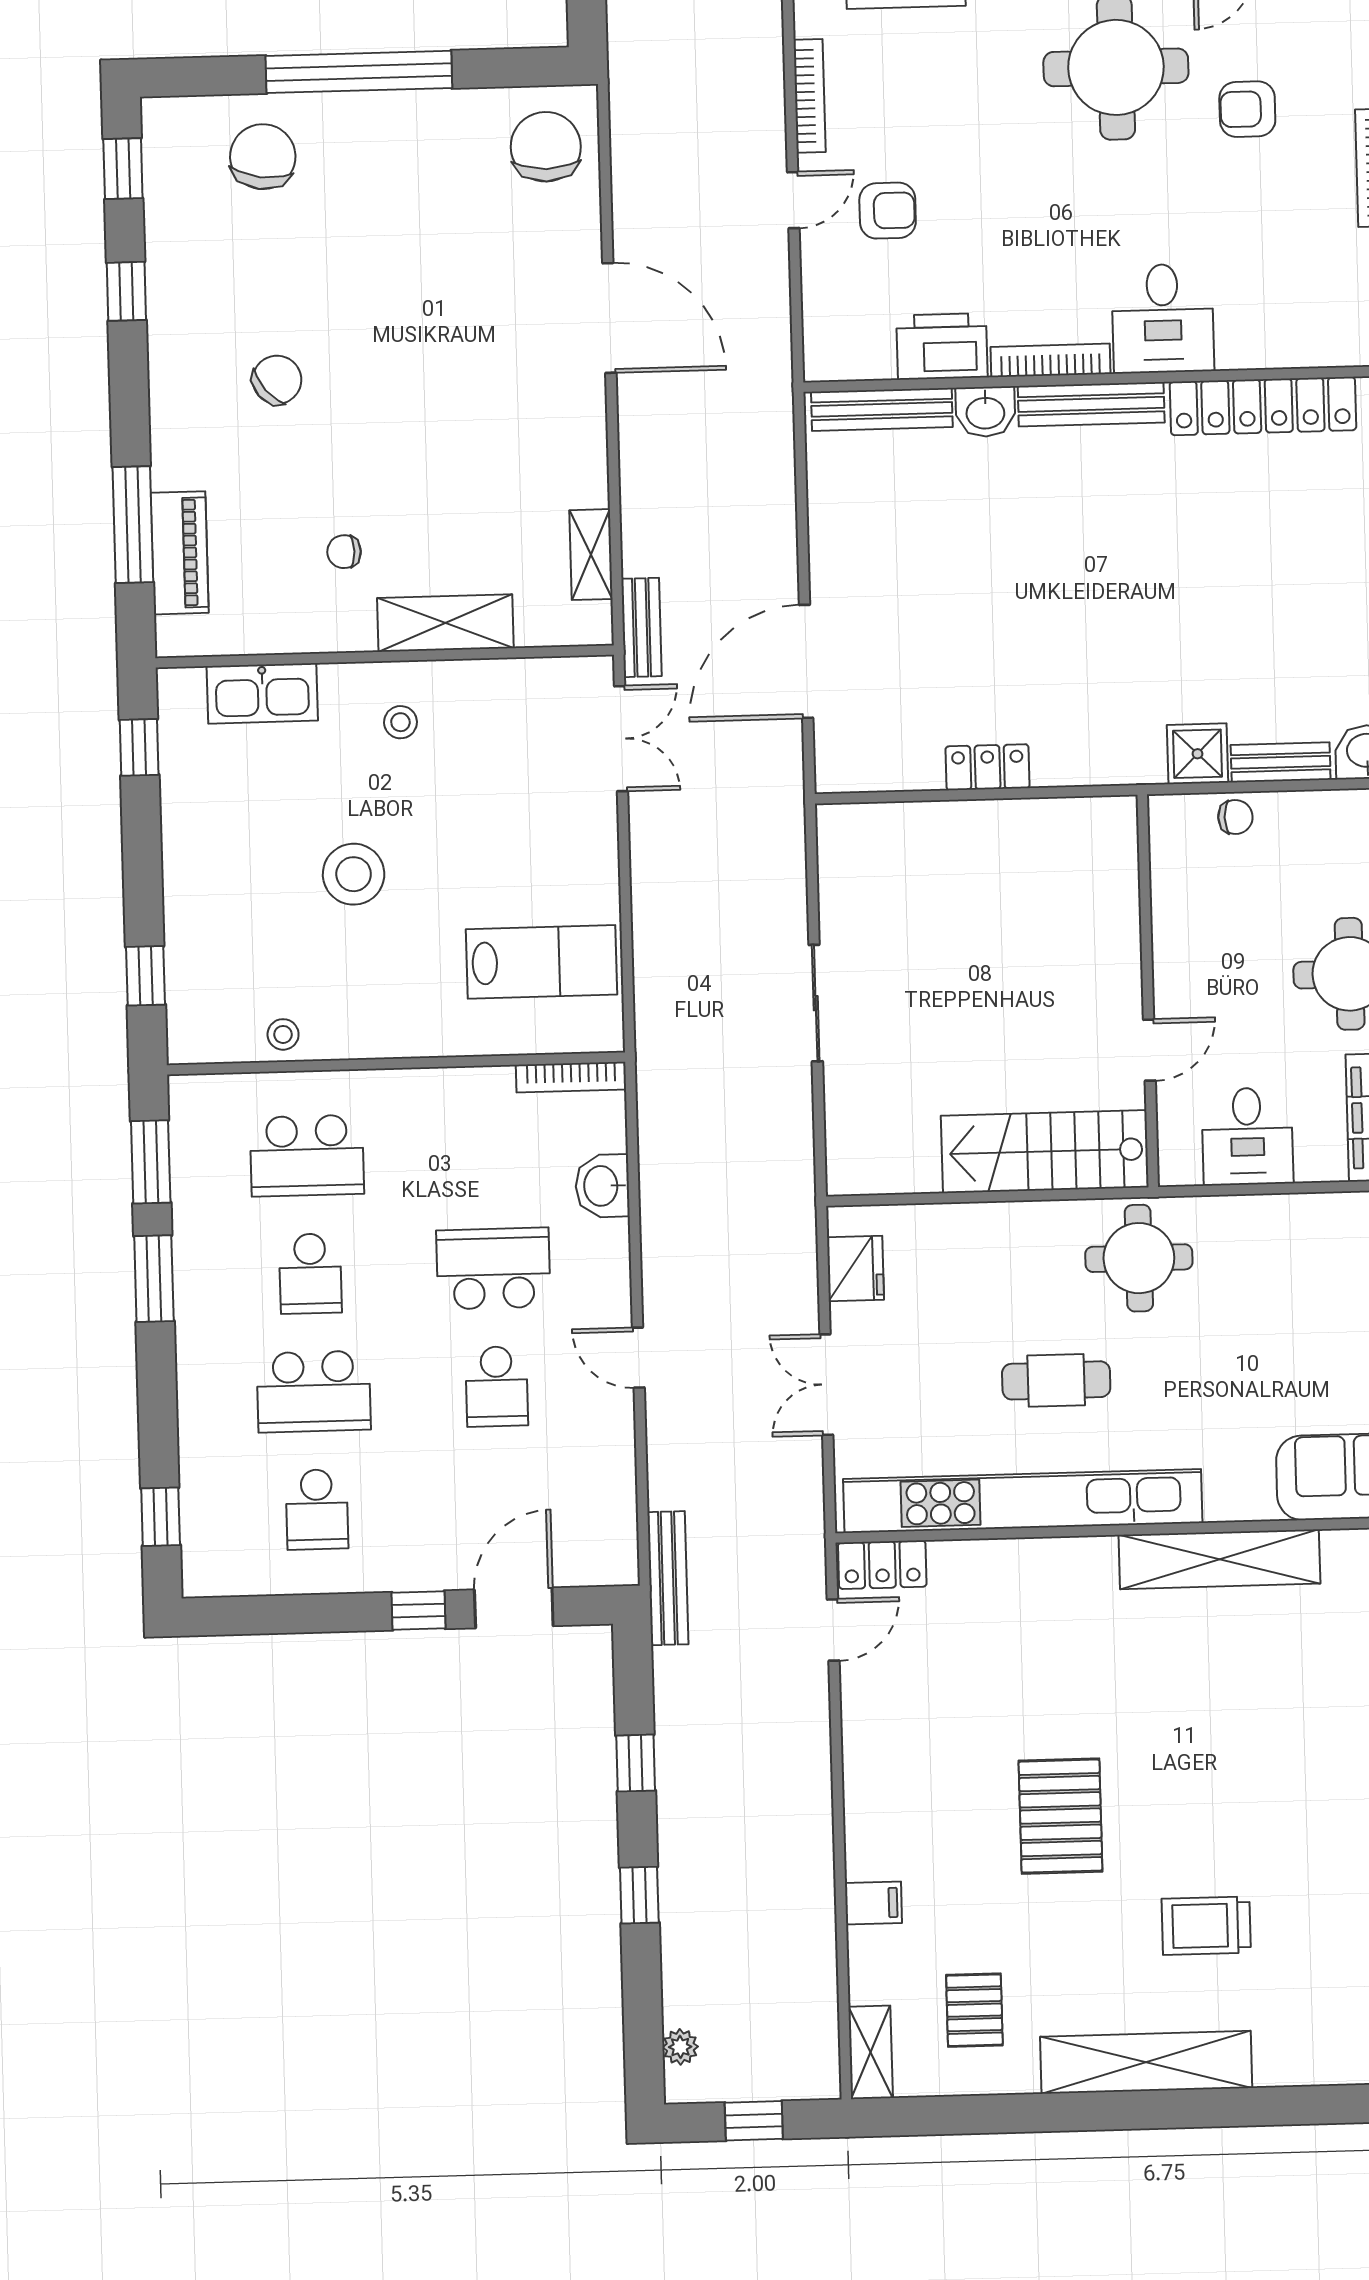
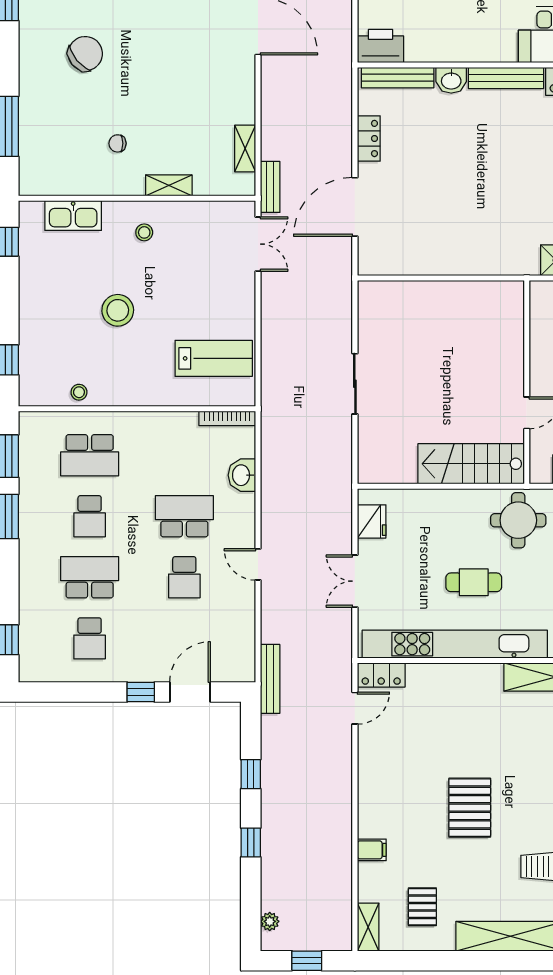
printer: (942, 346) -> (380, 46), moved
bookcase: (1051, 360) -> (486, 55), removed
chair: (277, 380) -> (85, 54), width x1.37, depth x1.37
piano: (180, 553) -> (32, 142), removed
shelving: (445, 623) -> (169, 185), width x0.67, depth x0.75
locker: (987, 767) -> (369, 138), moved, turned 90
school desk: (314, 1392) -> (90, 577), turned 180

